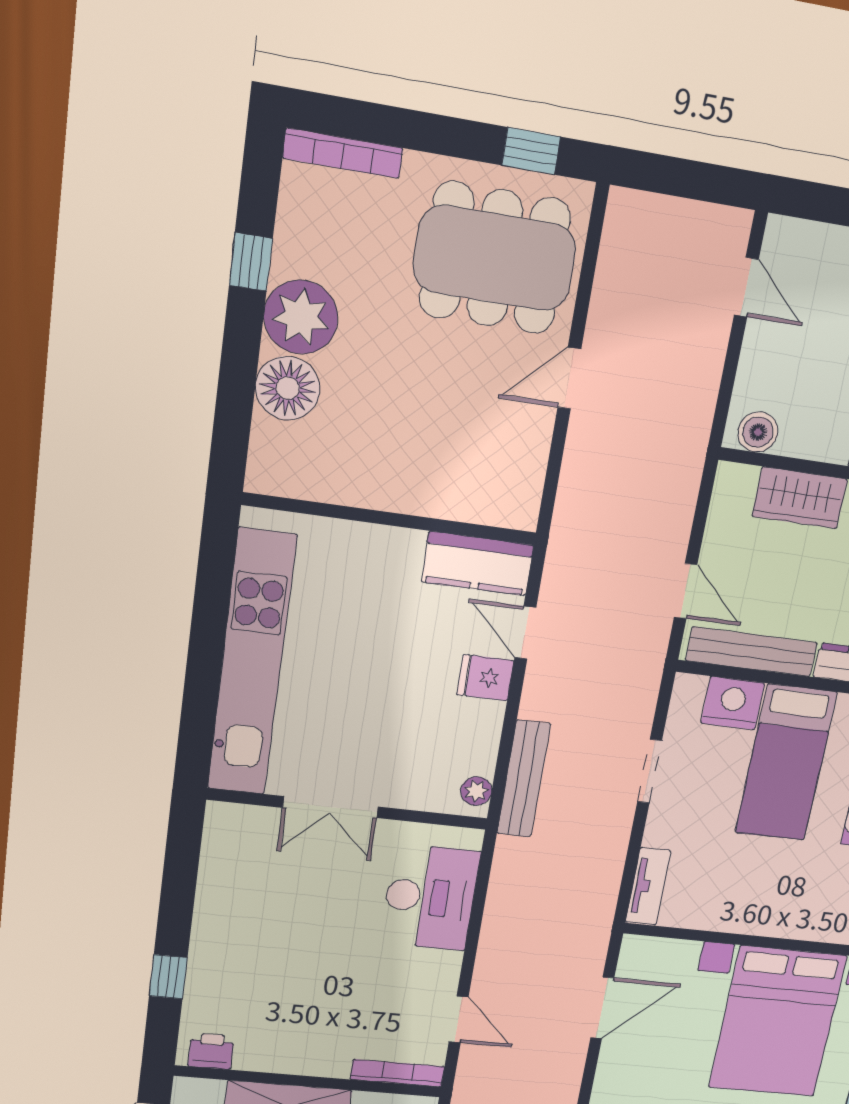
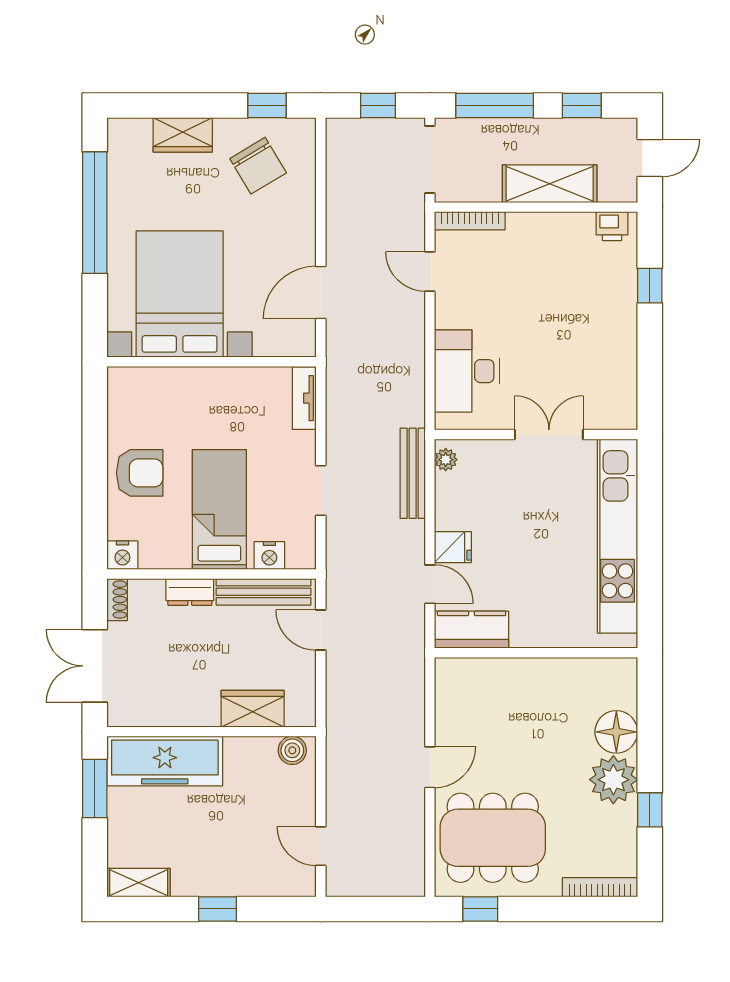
nightstand: (733, 703) -> (269, 555), width x0.74, depth x0.75

